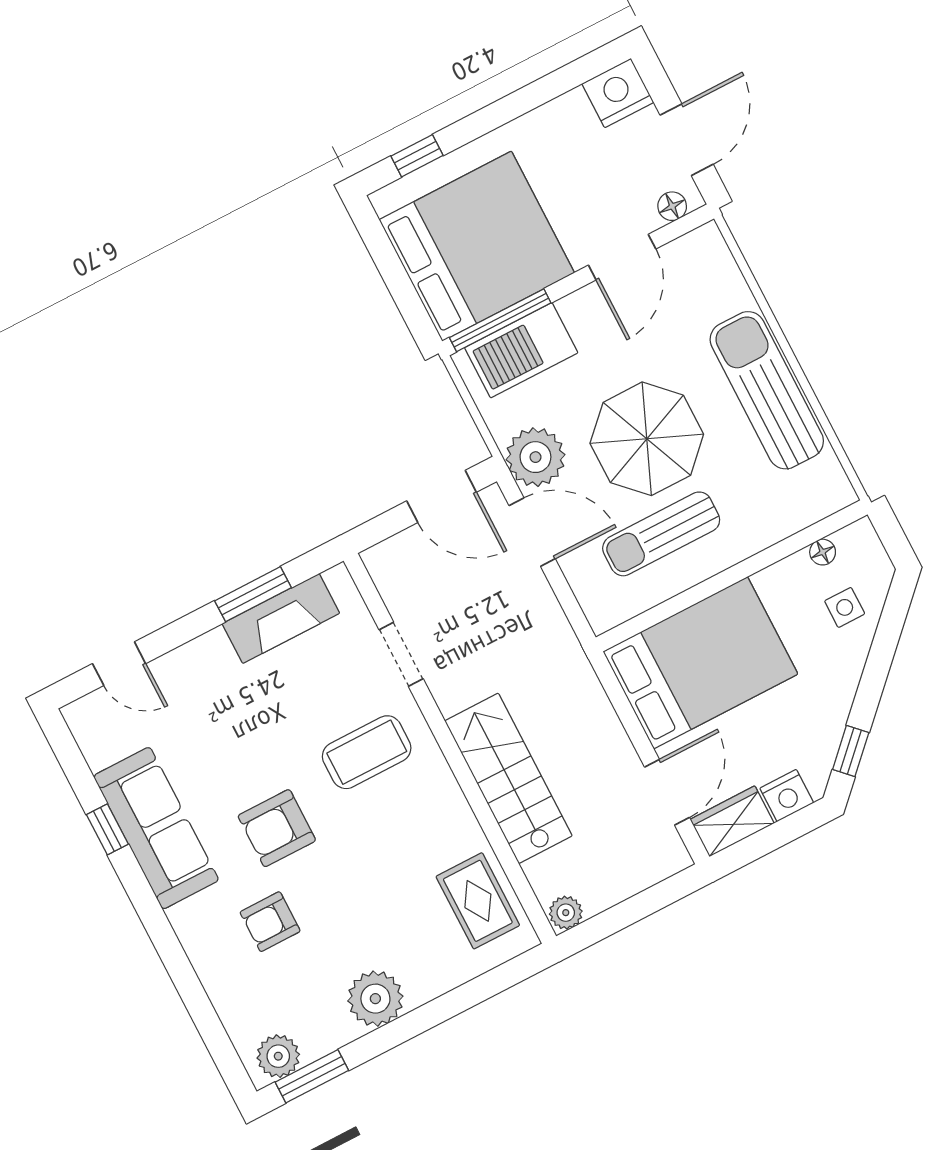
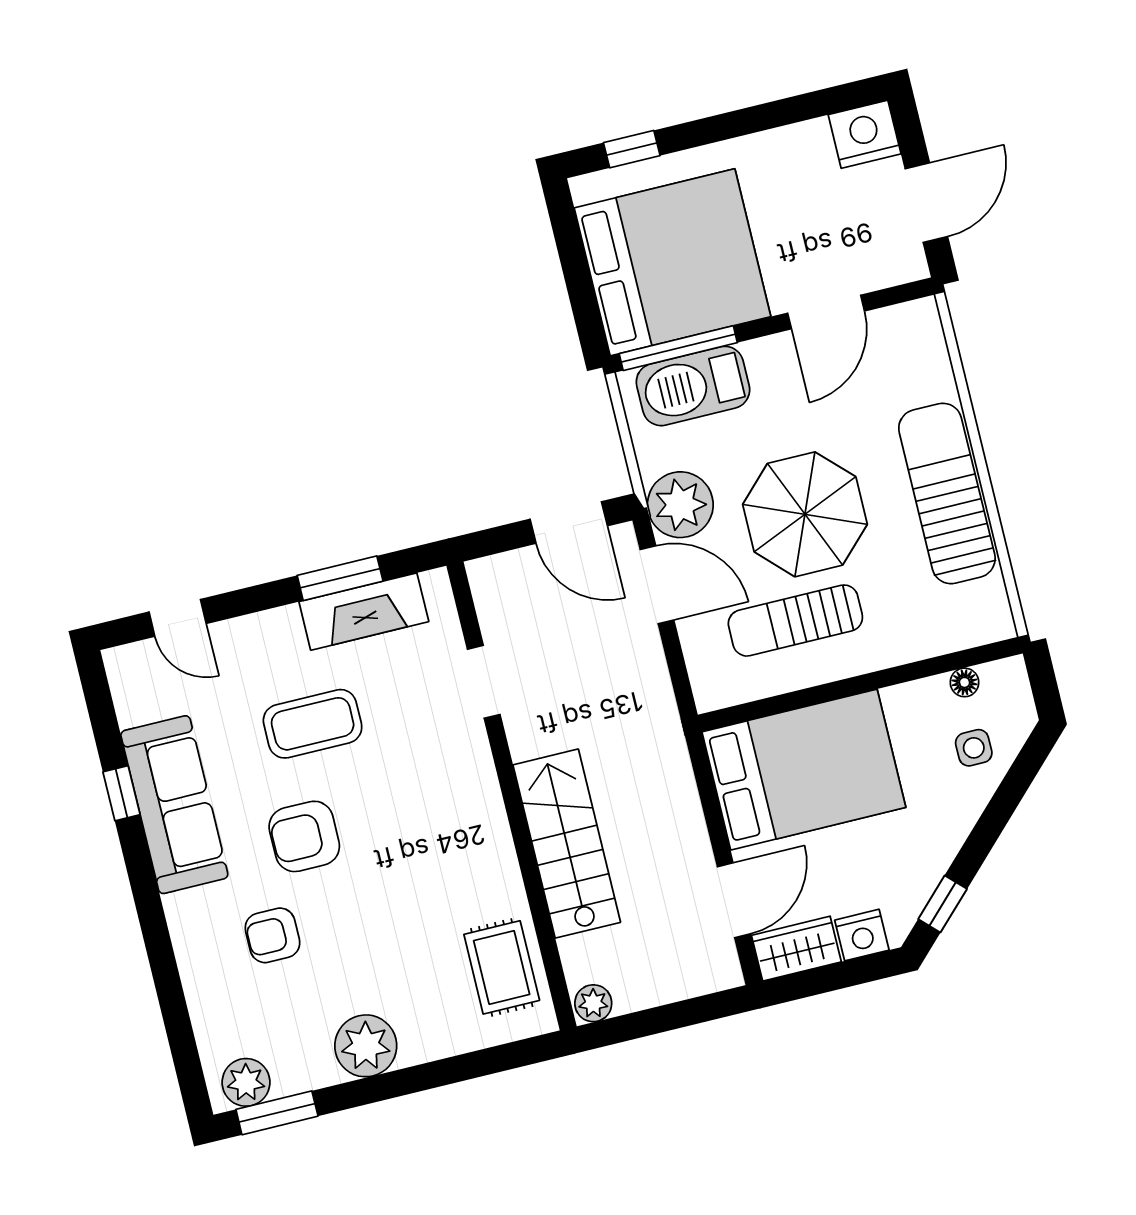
floor lamp: (672, 206) -> (893, 270), removed
coffee table: (367, 752) -> (313, 724), moved

